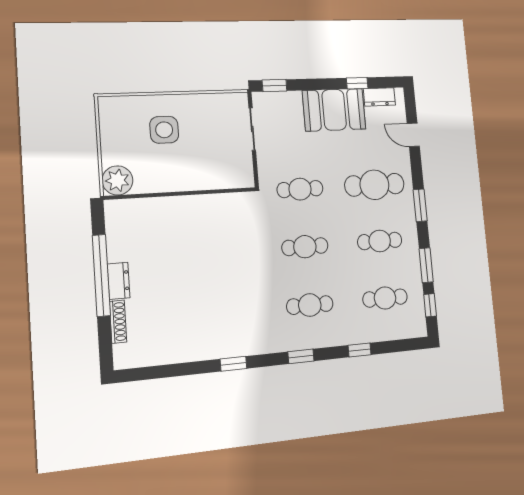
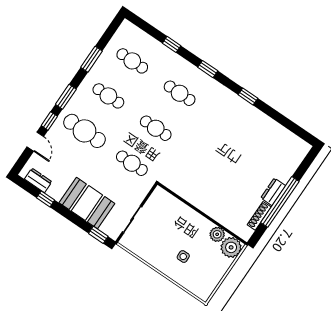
booth: (334, 110) -> (87, 203), moved
side table: (164, 130) -> (183, 257), width x0.54, depth x0.54
plant: (145, 183) -> (217, 234), added
window: (430, 305) -> (49, 121), moved
shoe rack: (118, 322) -> (259, 216), moved

